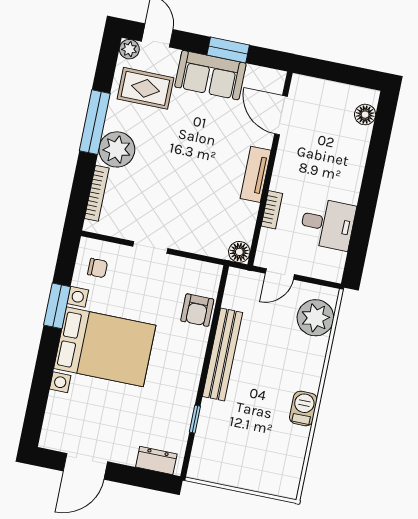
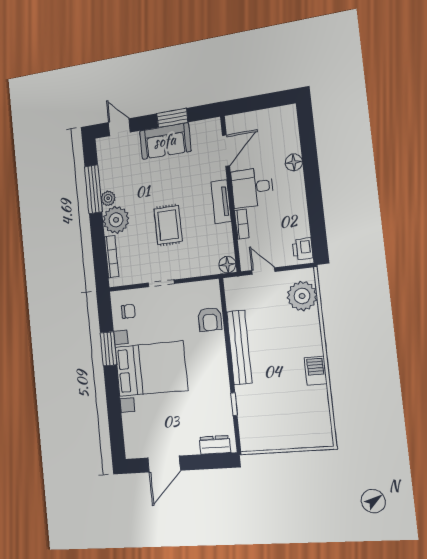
plant: (129, 49) -> (108, 198), moved
rug: (145, 88) -> (168, 225), moved, turned 90
door: (281, 115) -> (226, 151), swing flipped
floor lamp: (365, 115) -> (294, 162), moved
window: (95, 122) -> (93, 189), moved
desk: (328, 224) -> (252, 187), moved, turned 180
printer: (334, 264) -> (303, 249), added
door: (280, 274) -> (263, 271), swing flipped

